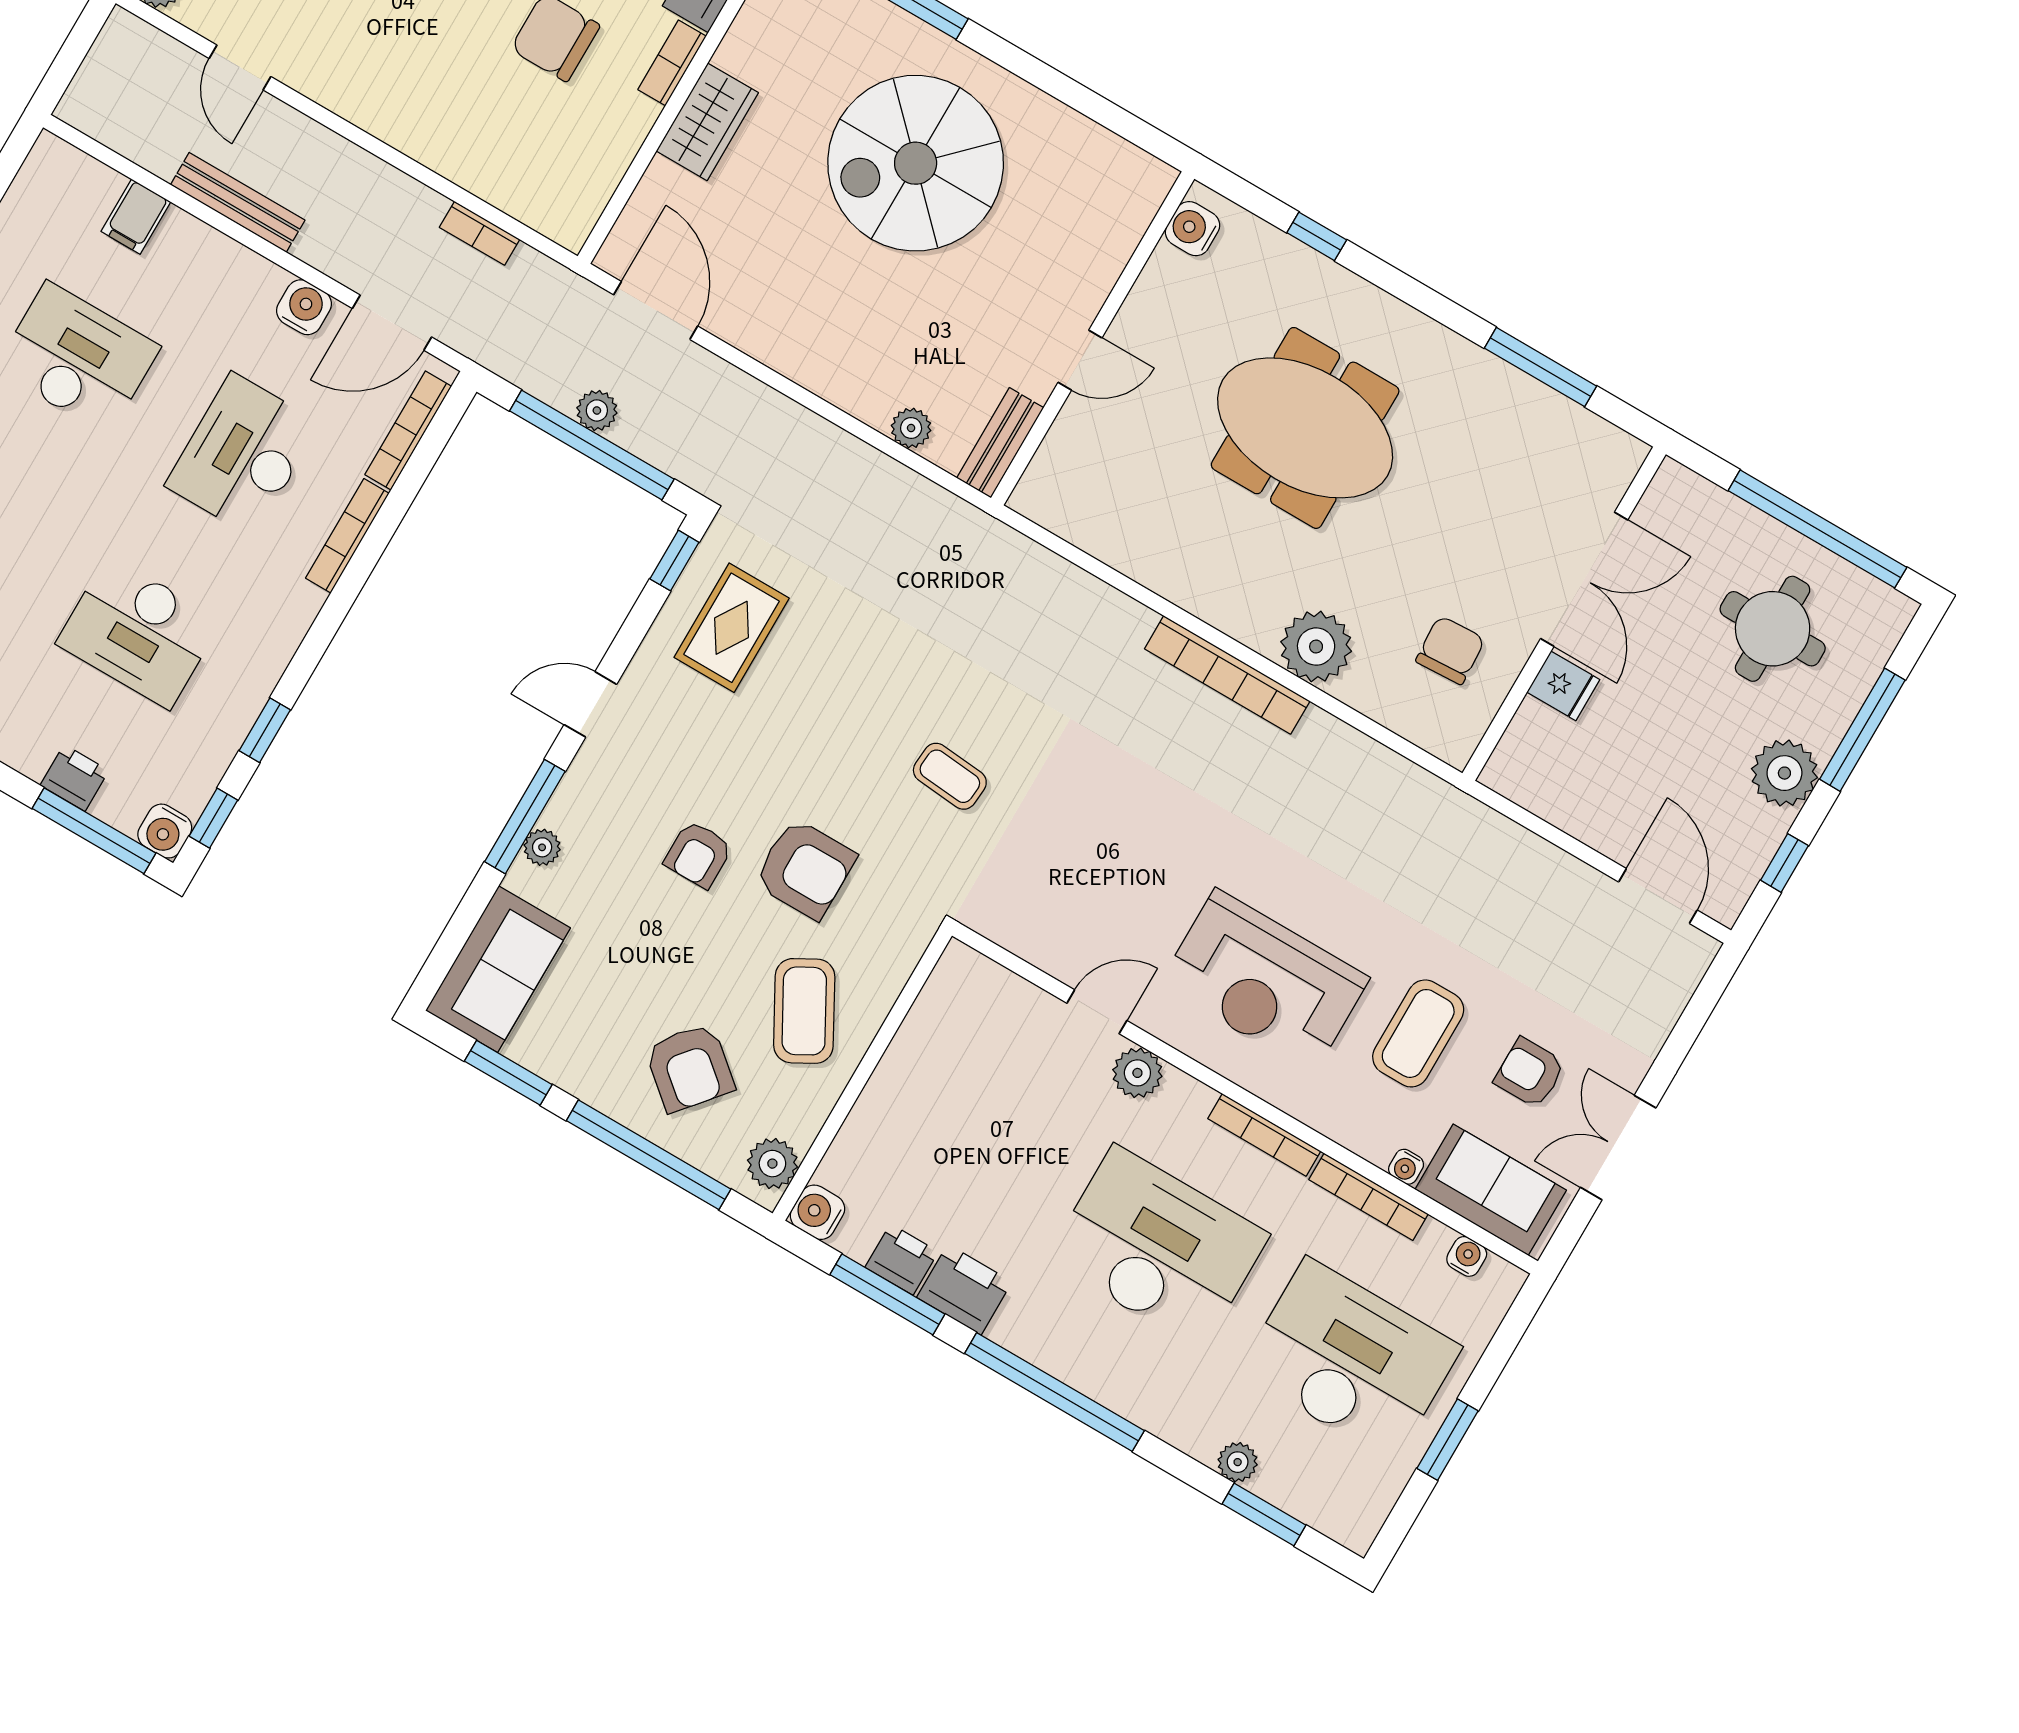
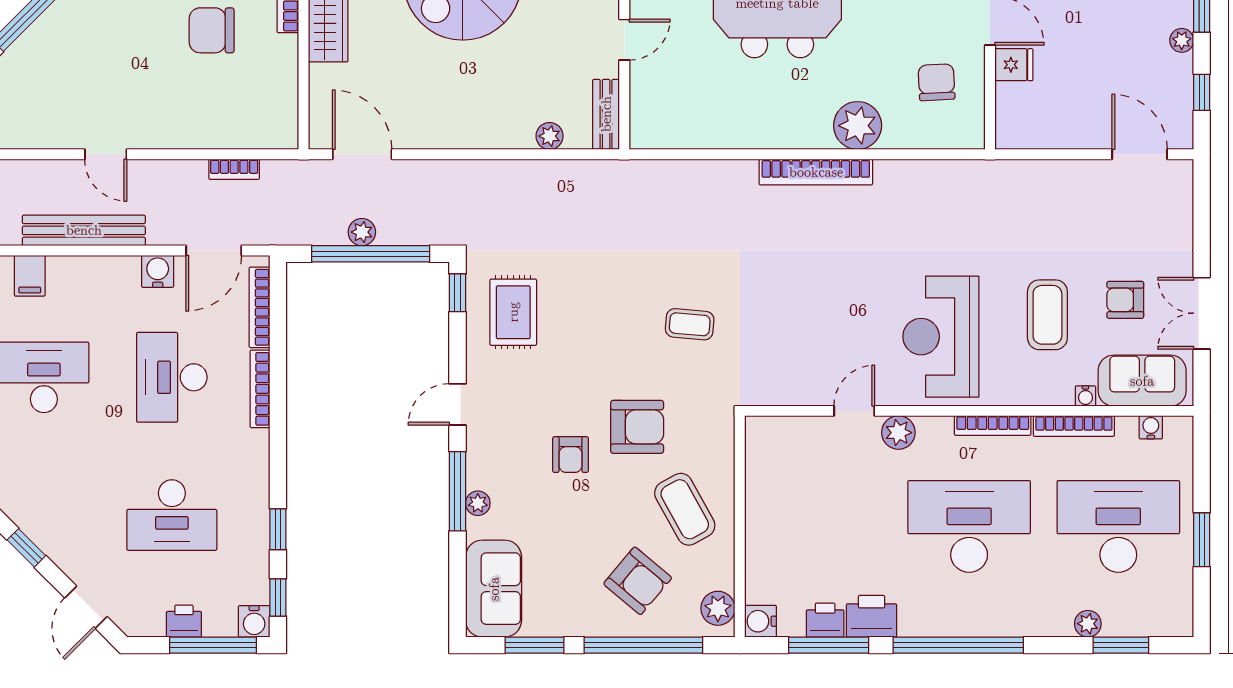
door: (240, 67) -> (106, 154), moved
bench: (238, 202) -> (84, 230), width x1.37, depth x1.21
plant: (1784, 773) -> (1182, 40), width x0.53, depth x0.53
reception desk: (1264, 981) -> (941, 337), turned 90

